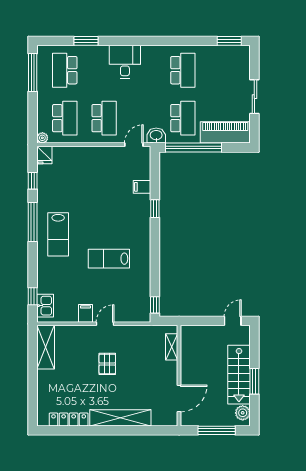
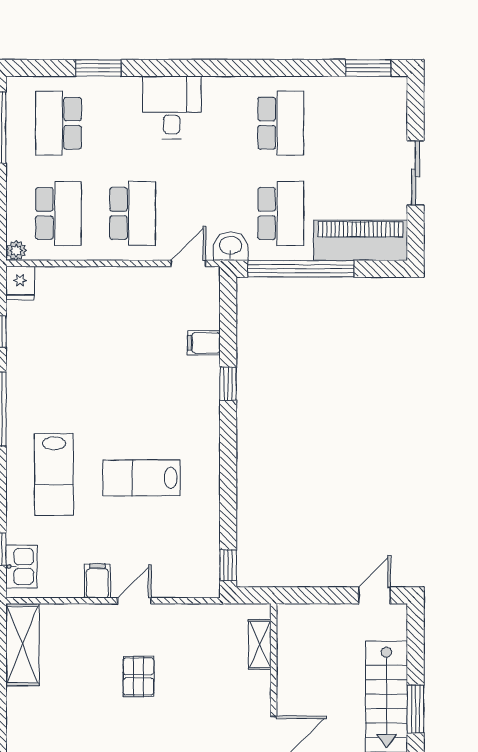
lab bench: (58, 234) -> (54, 475), moved

